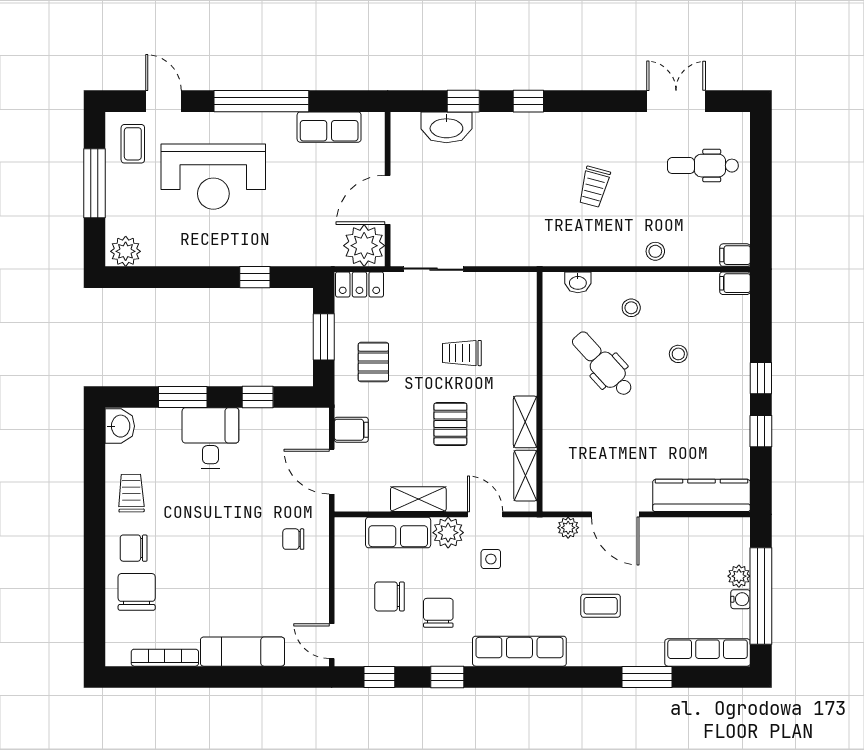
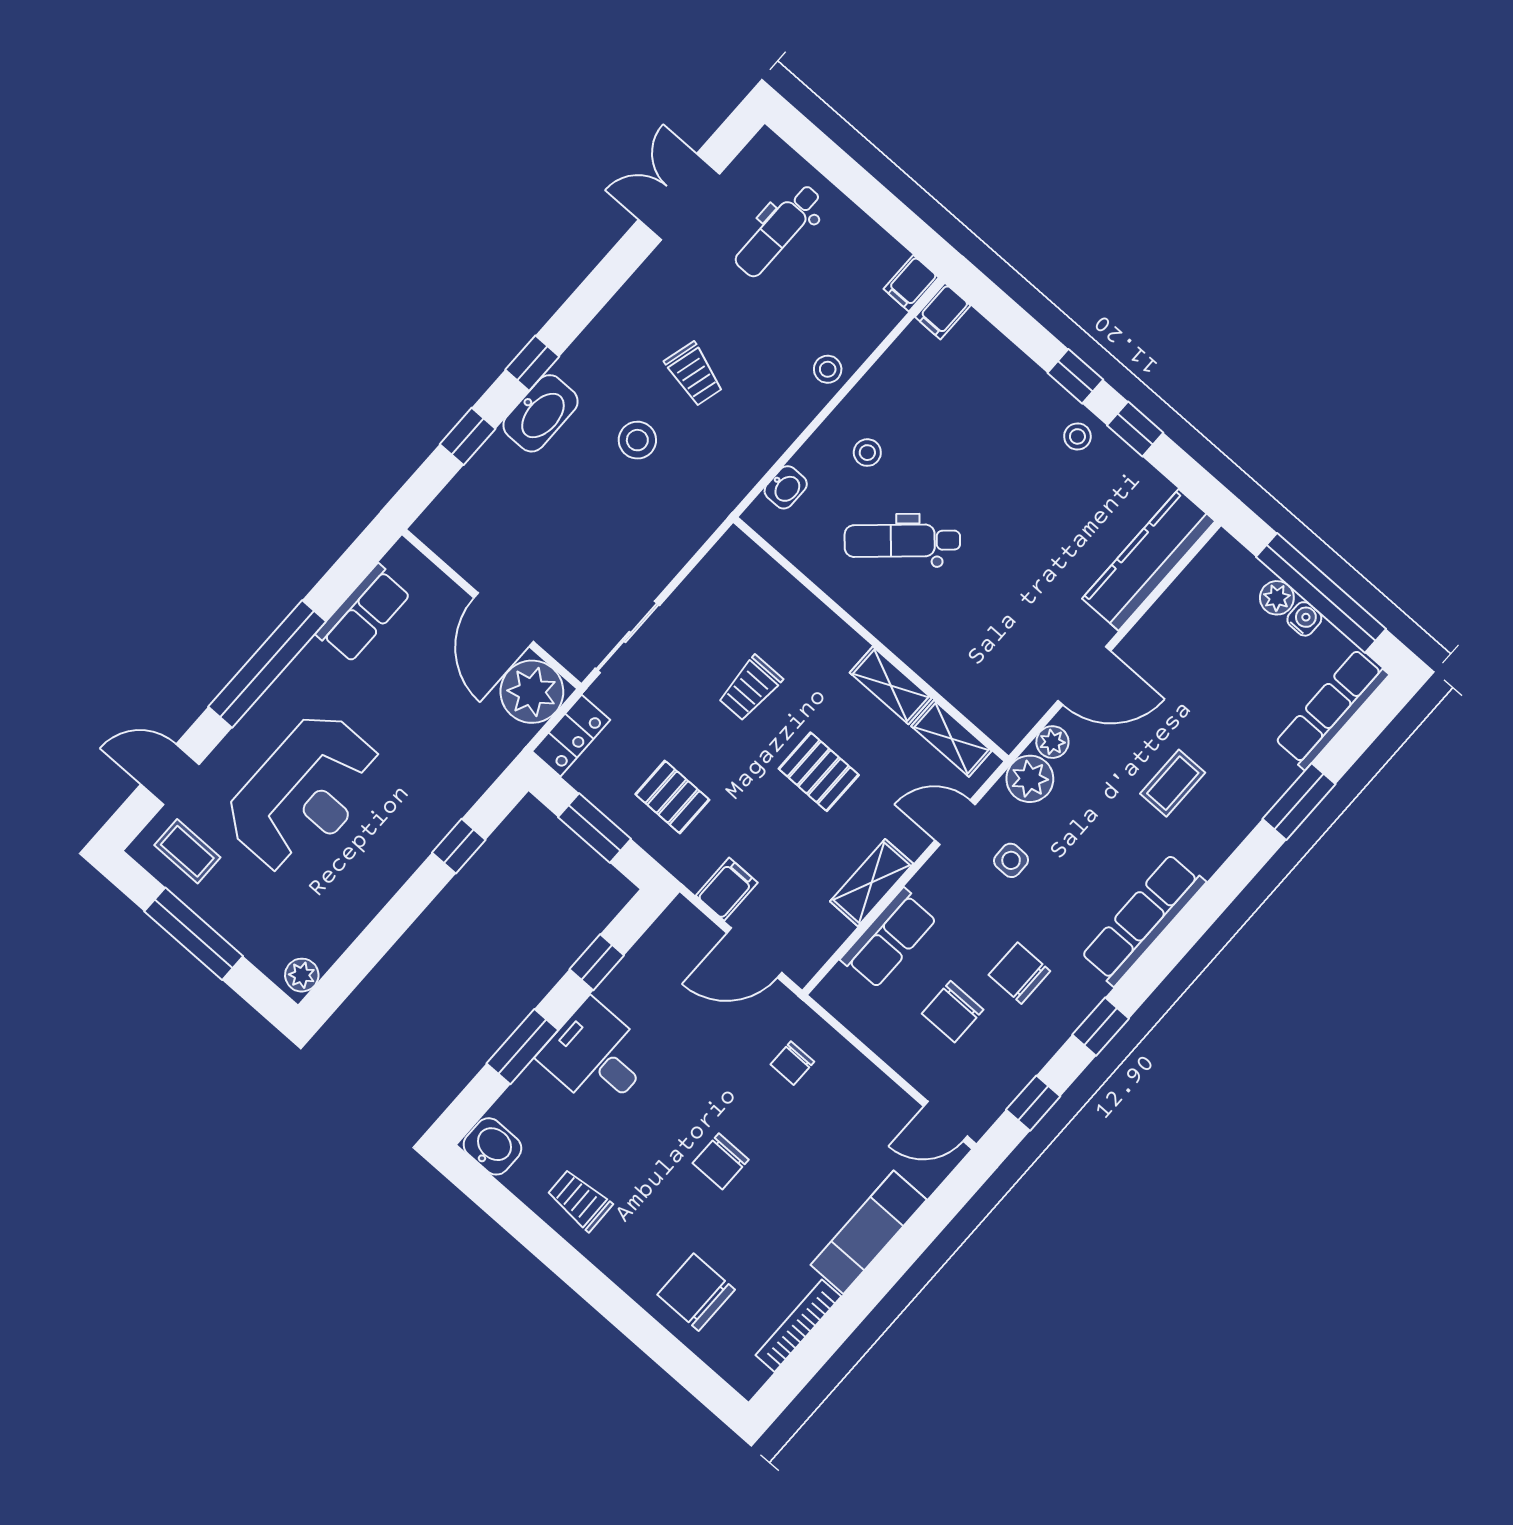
washbasin: (446, 127) -> (541, 413), moved
stool: (536, 187) -> (637, 440), added
plant: (126, 251) -> (302, 975), width x0.73, depth x0.73
stool: (678, 354) -> (1077, 436), moved
plant: (448, 533) -> (1030, 779), moved
chair: (134, 548) -> (721, 1161), moved

